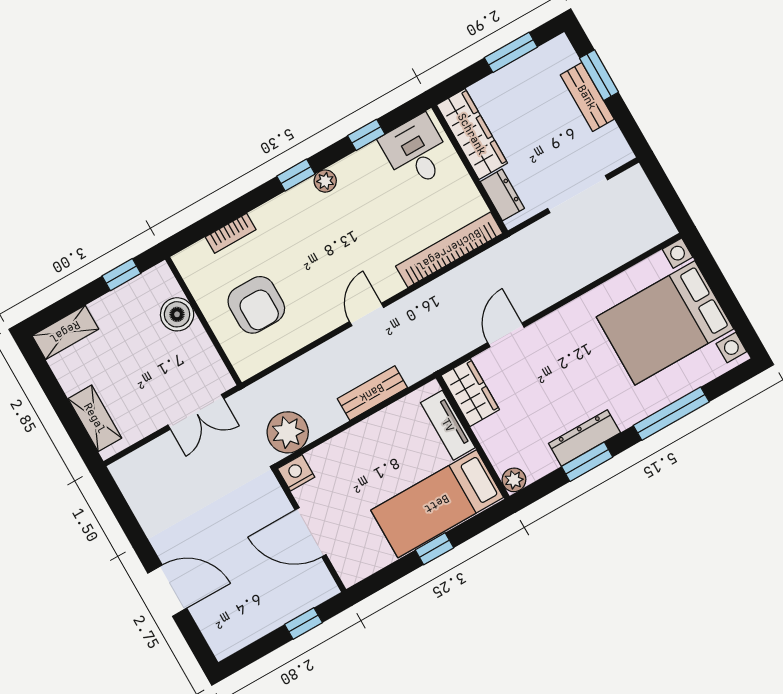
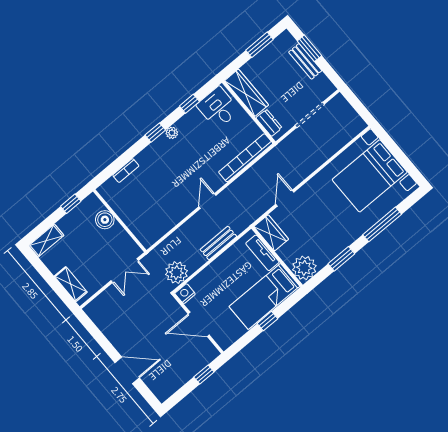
armchair: (256, 305) -> (147, 207), removed
dresser: (584, 438) -> (338, 246), removed
plant: (514, 480) -> (304, 268), width x1.87, depth x1.87

